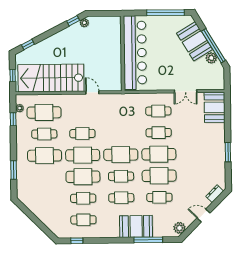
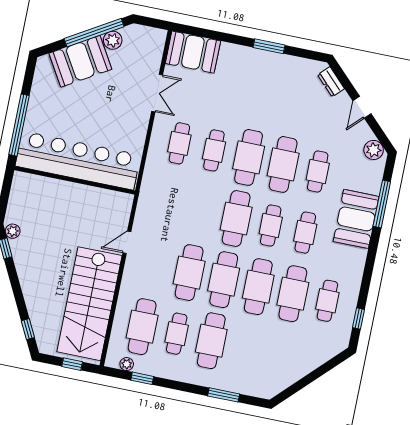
window: (165, 13) -> (19, 125), moved
cafe table: (82, 134) -> (189, 273), width x1.37, depth x1.35
cafe table: (83, 198) -> (293, 294), width x1.37, depth x1.35

